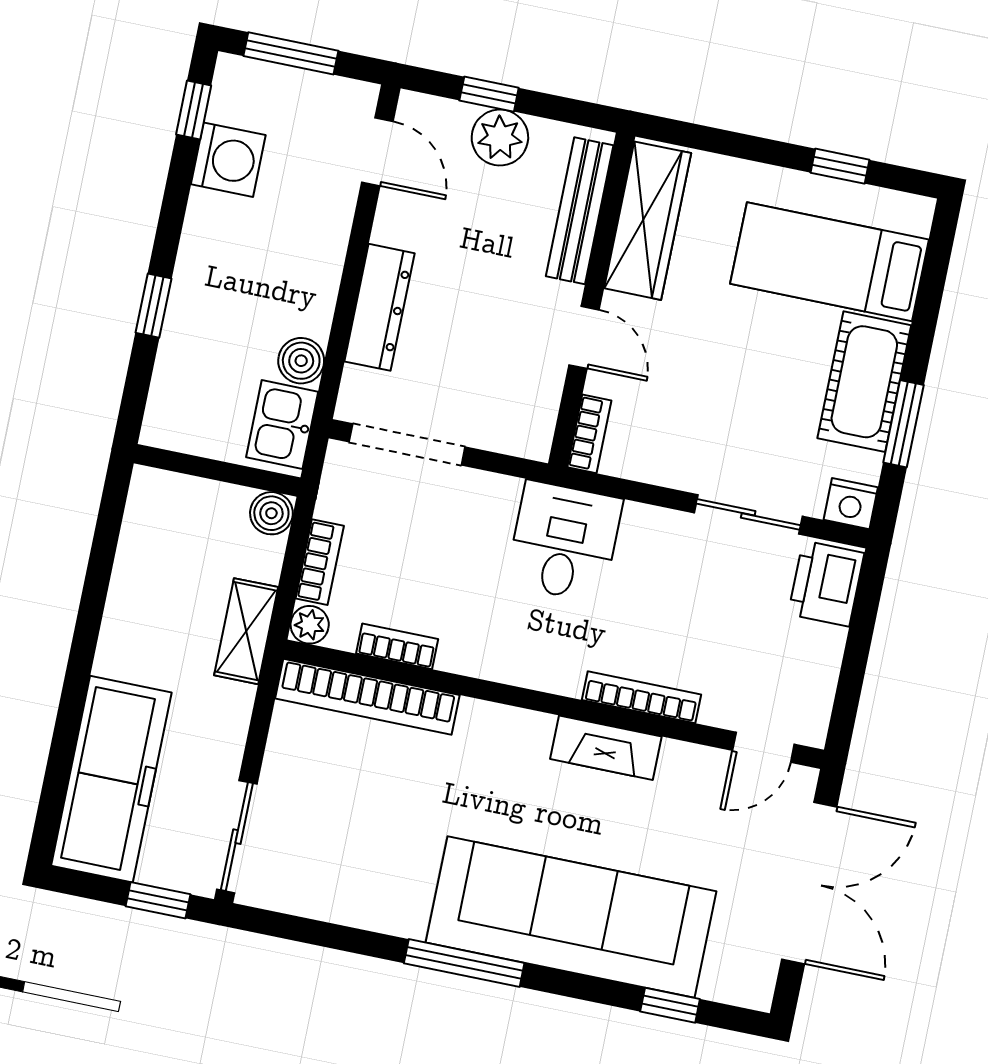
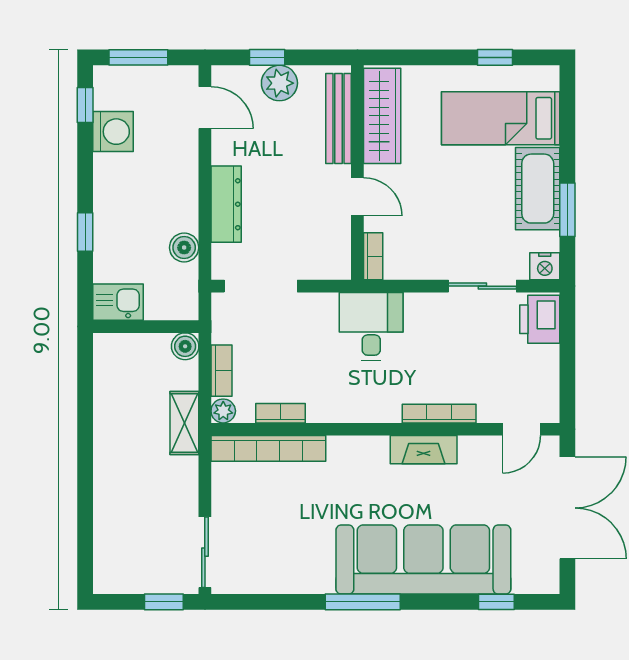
kitchen sink: (282, 425) -> (118, 302), moved, turned 90
freezer: (111, 779) -> (119, 532), removed

